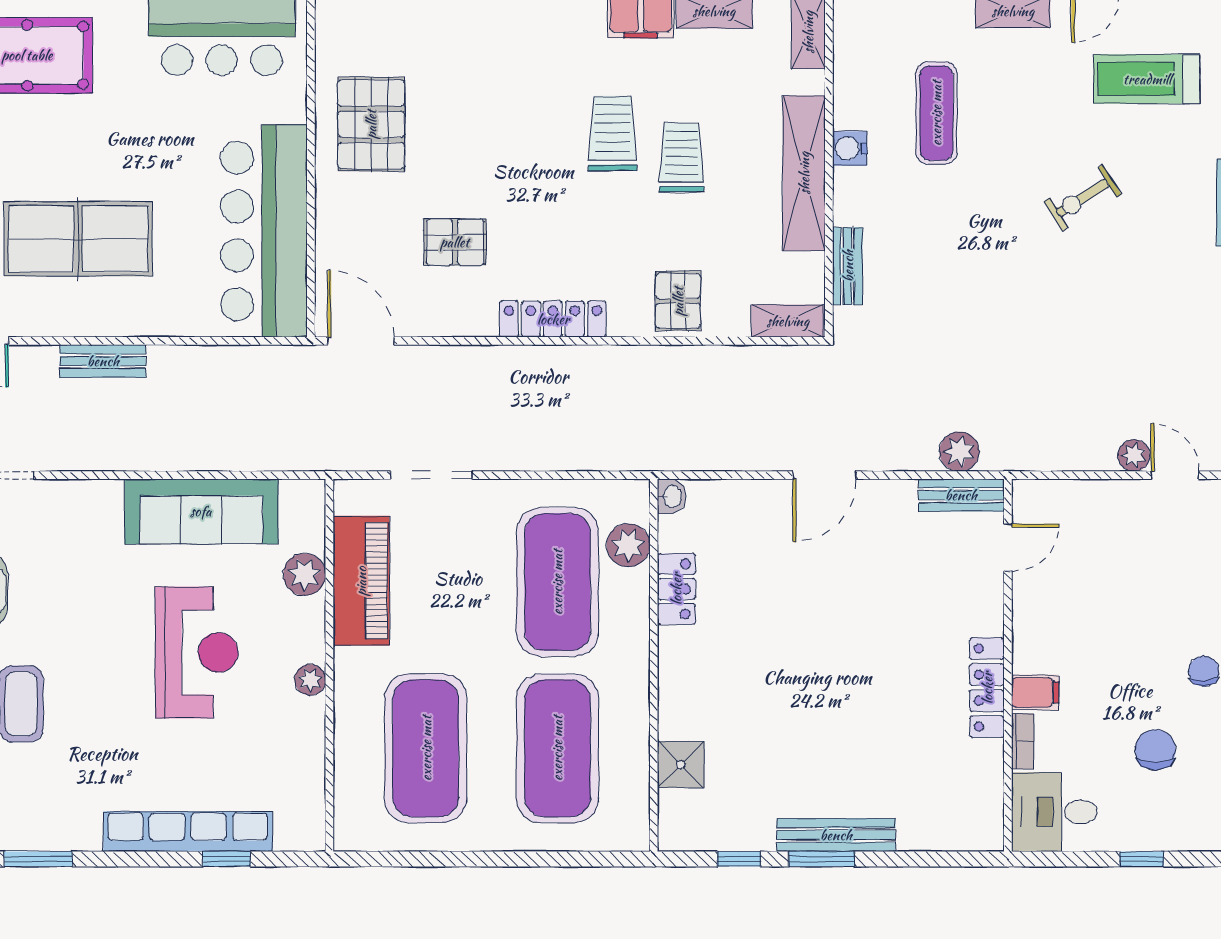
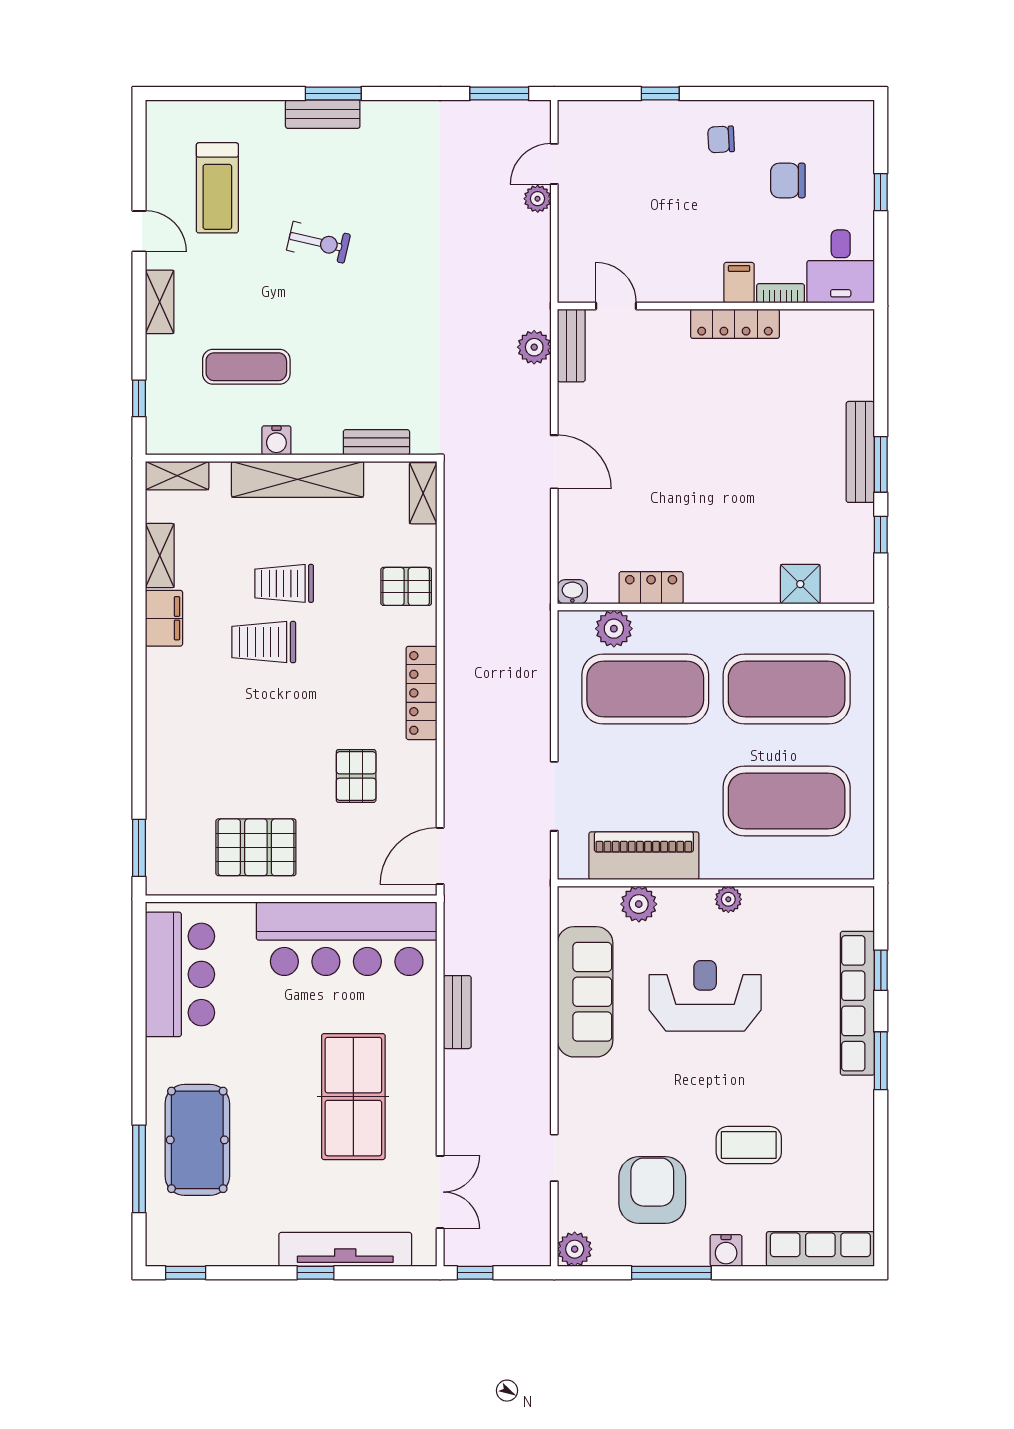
exercise bike: (1083, 198) -> (319, 242), turned -45
bench: (103, 361) -> (457, 1012), moved
window: (38, 859) -> (881, 1061), moved

